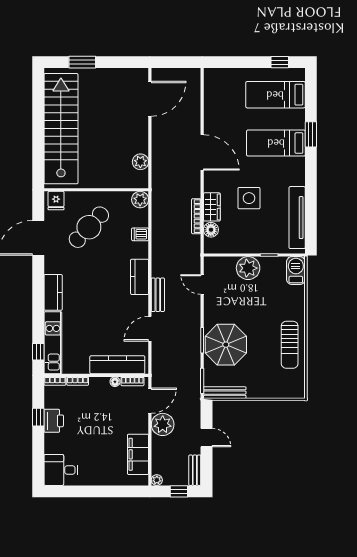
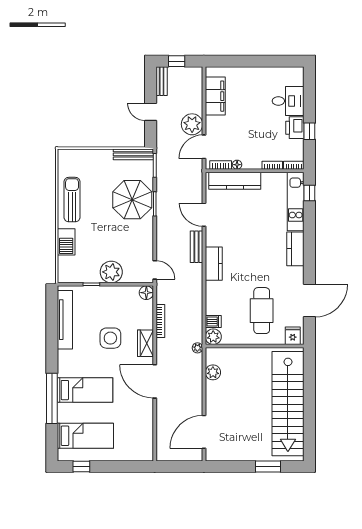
window: (311, 134) -> (52, 398), width x2.11
wardrobe: (212, 207) -> (145, 343), moved
cafe table: (89, 227) -> (262, 311), turned -43
floor lamp: (211, 230) -> (146, 293), moved
dishwasher: (140, 234) -> (213, 322), moved
barbecue: (296, 271) -> (66, 242), moved
door: (202, 284) -> (155, 270), moved
door: (150, 329) -> (204, 215), swing flipped
desk: (61, 470) -> (288, 101), moved
plant: (157, 480) -> (197, 348), moved

